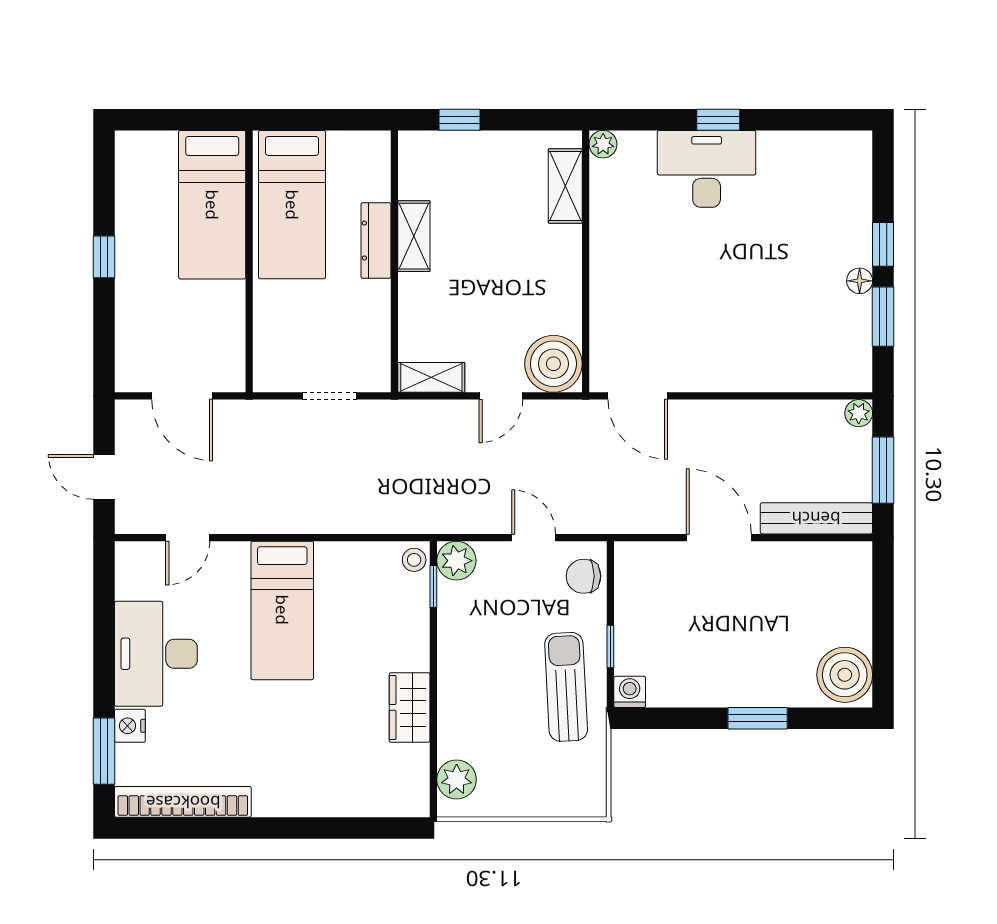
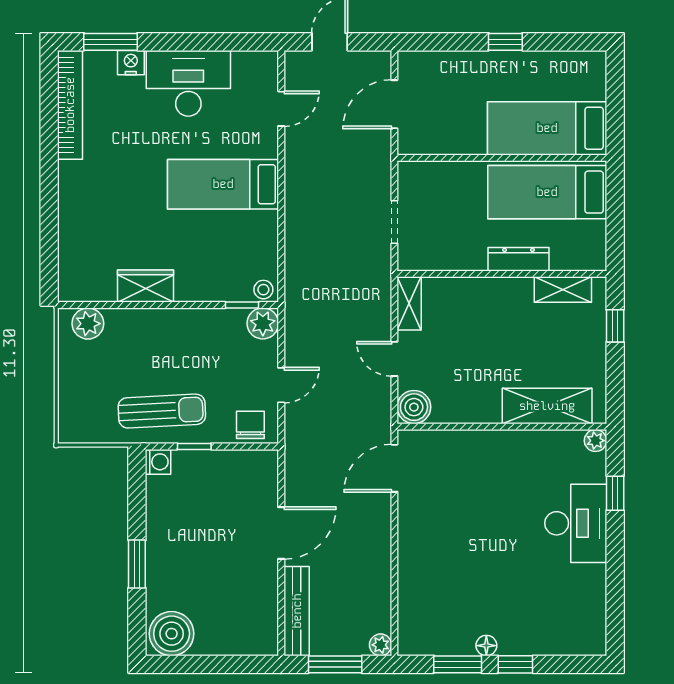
window: (718, 120) -> (615, 493), moved
shelving: (565, 186) -> (547, 406), width x1.50, depth x1.33
shelving: (414, 236) -> (563, 289), moved
boiler: (553, 364) -> (414, 407), width x0.73, depth x0.73
door: (188, 538) -> (281, 109), swing flipped

